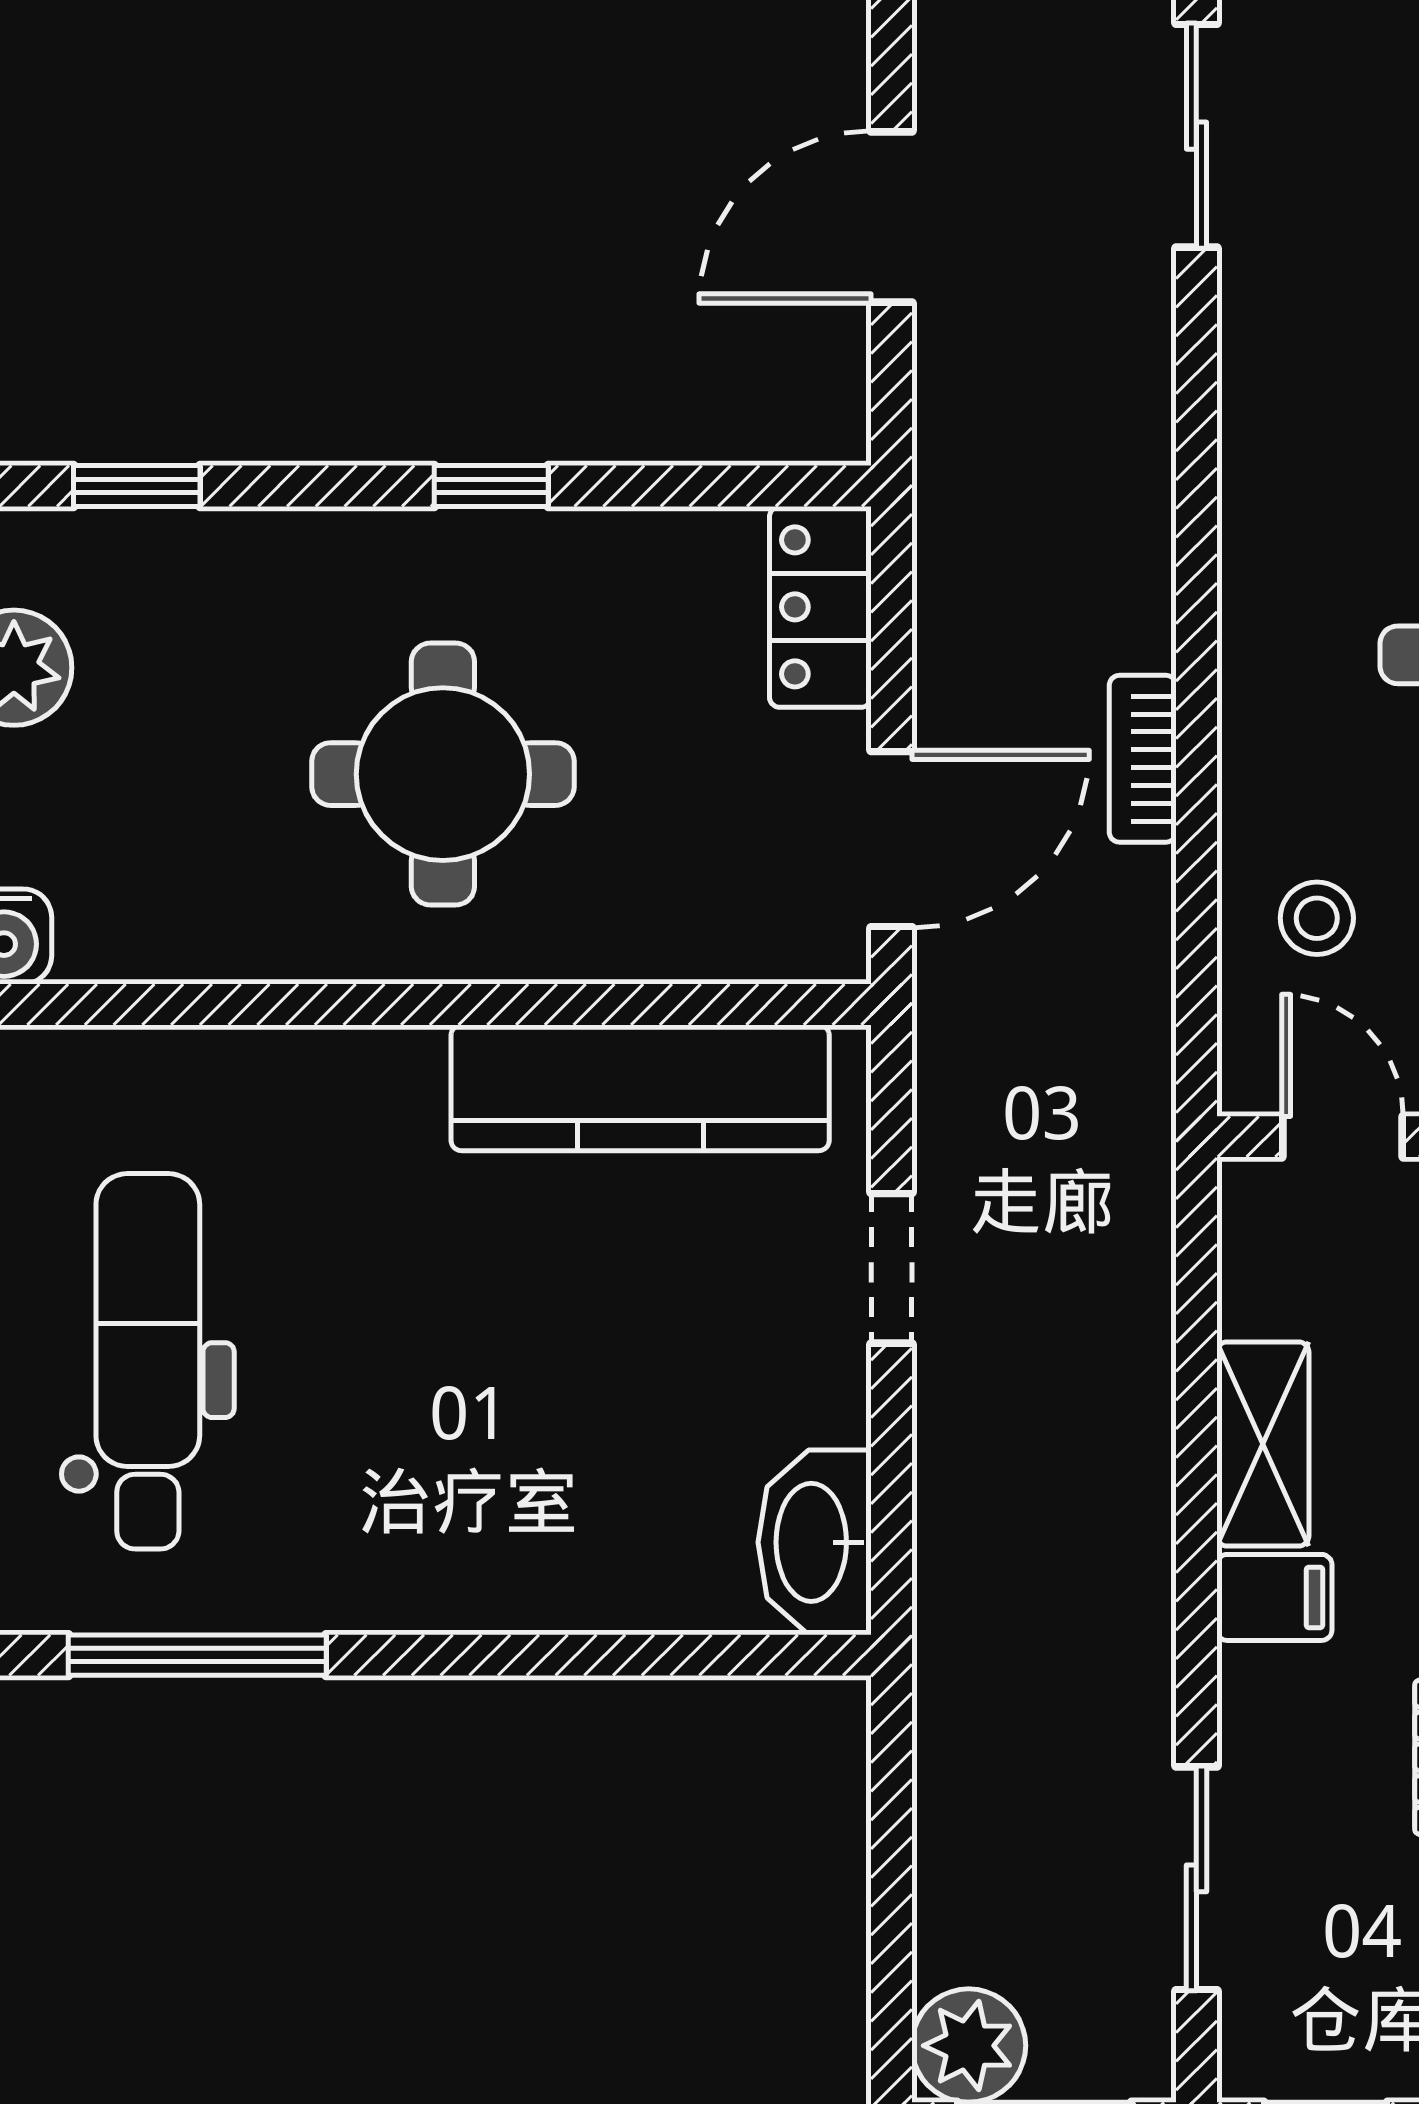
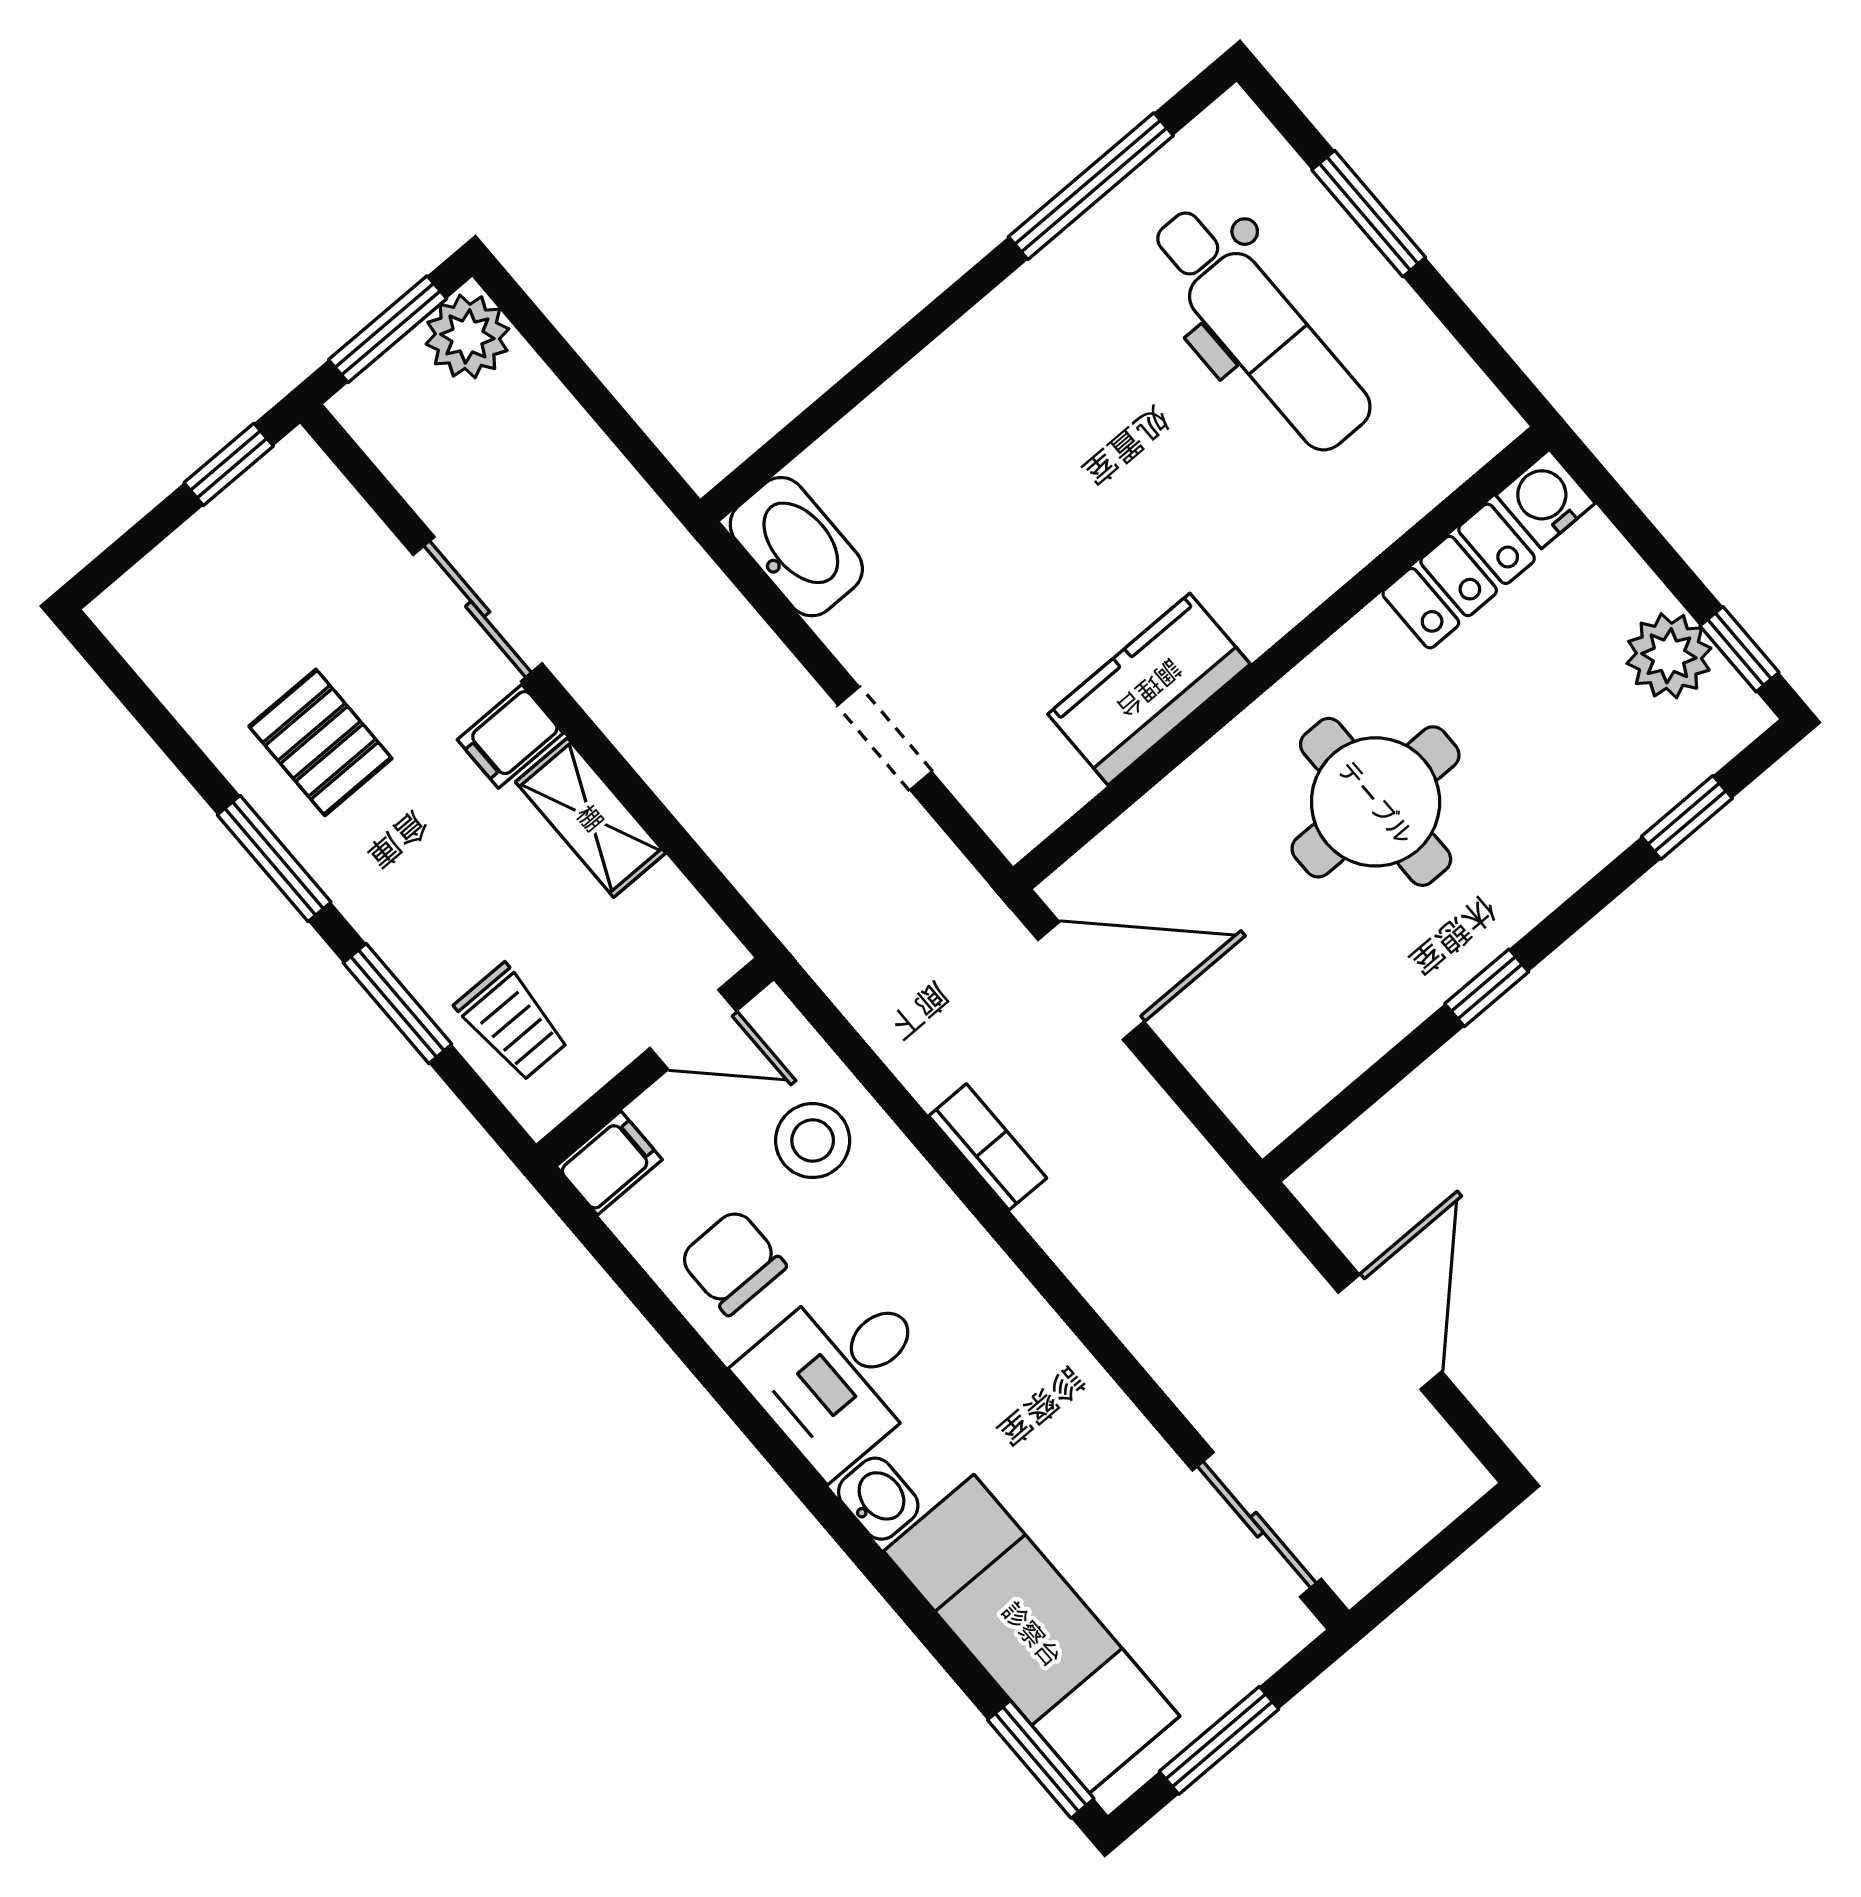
locker: (820, 607) -> (1459, 576), moved, turned 90
door: (891, 839) -> (1091, 981), swing flipped
stool: (1317, 918) -> (813, 1141), width x1.37, depth x1.37
kitchen counter: (640, 1088) -> (1149, 689), width x0.67
sliding door: (1196, 1878) -> (478, 609), moved

